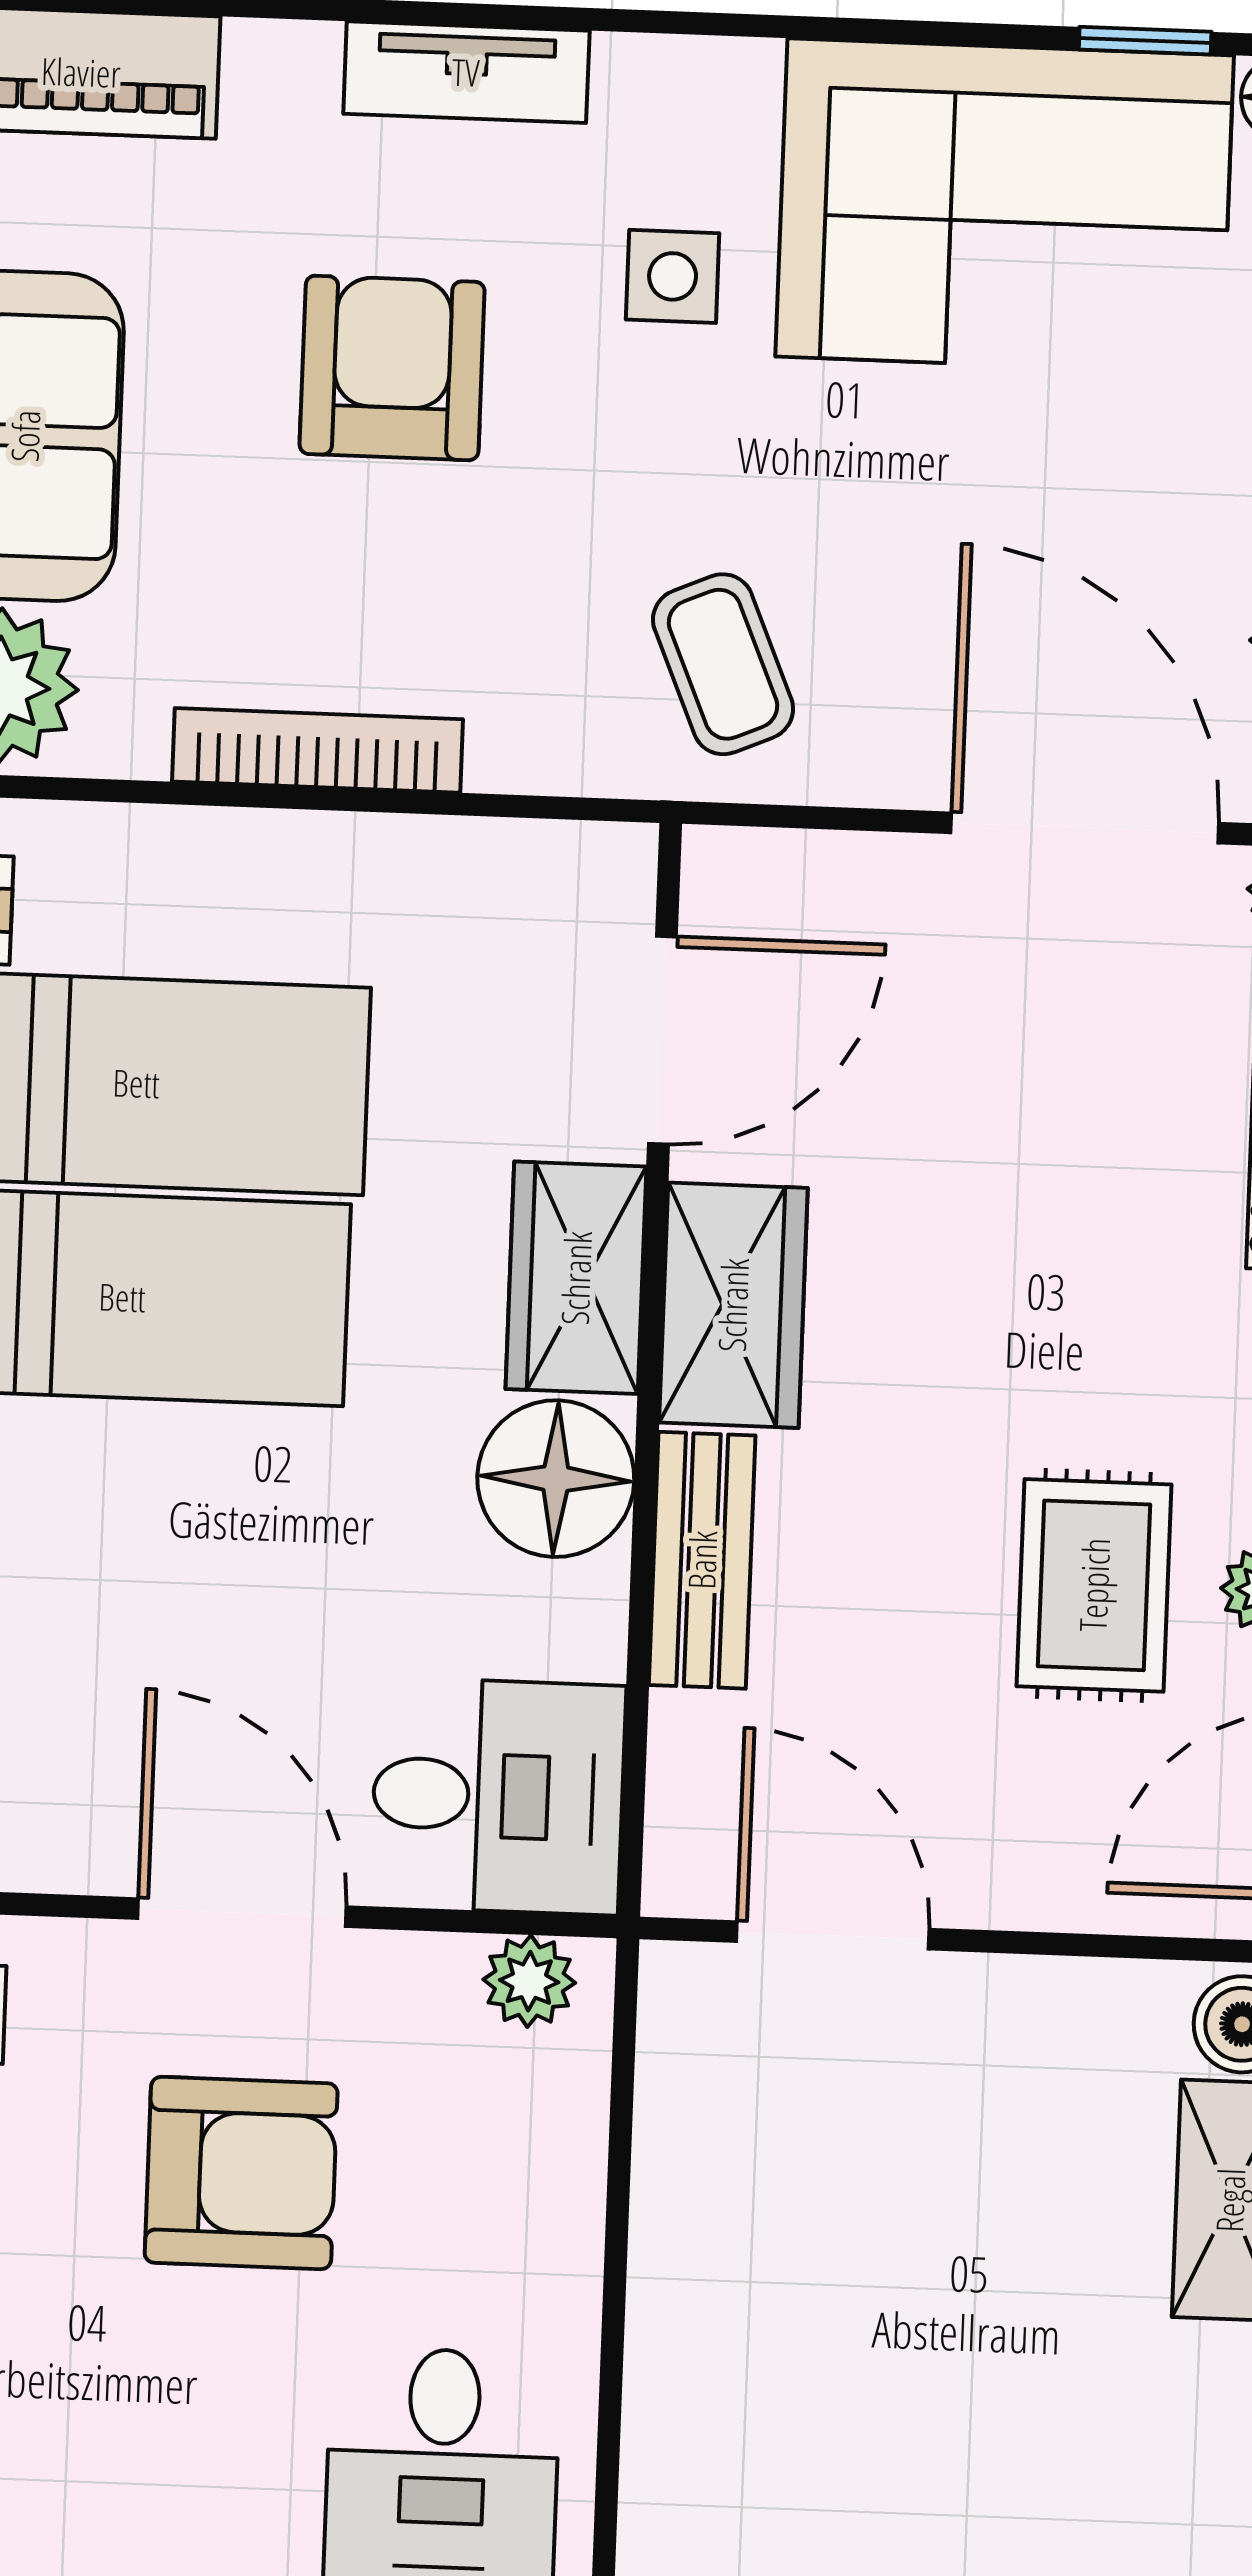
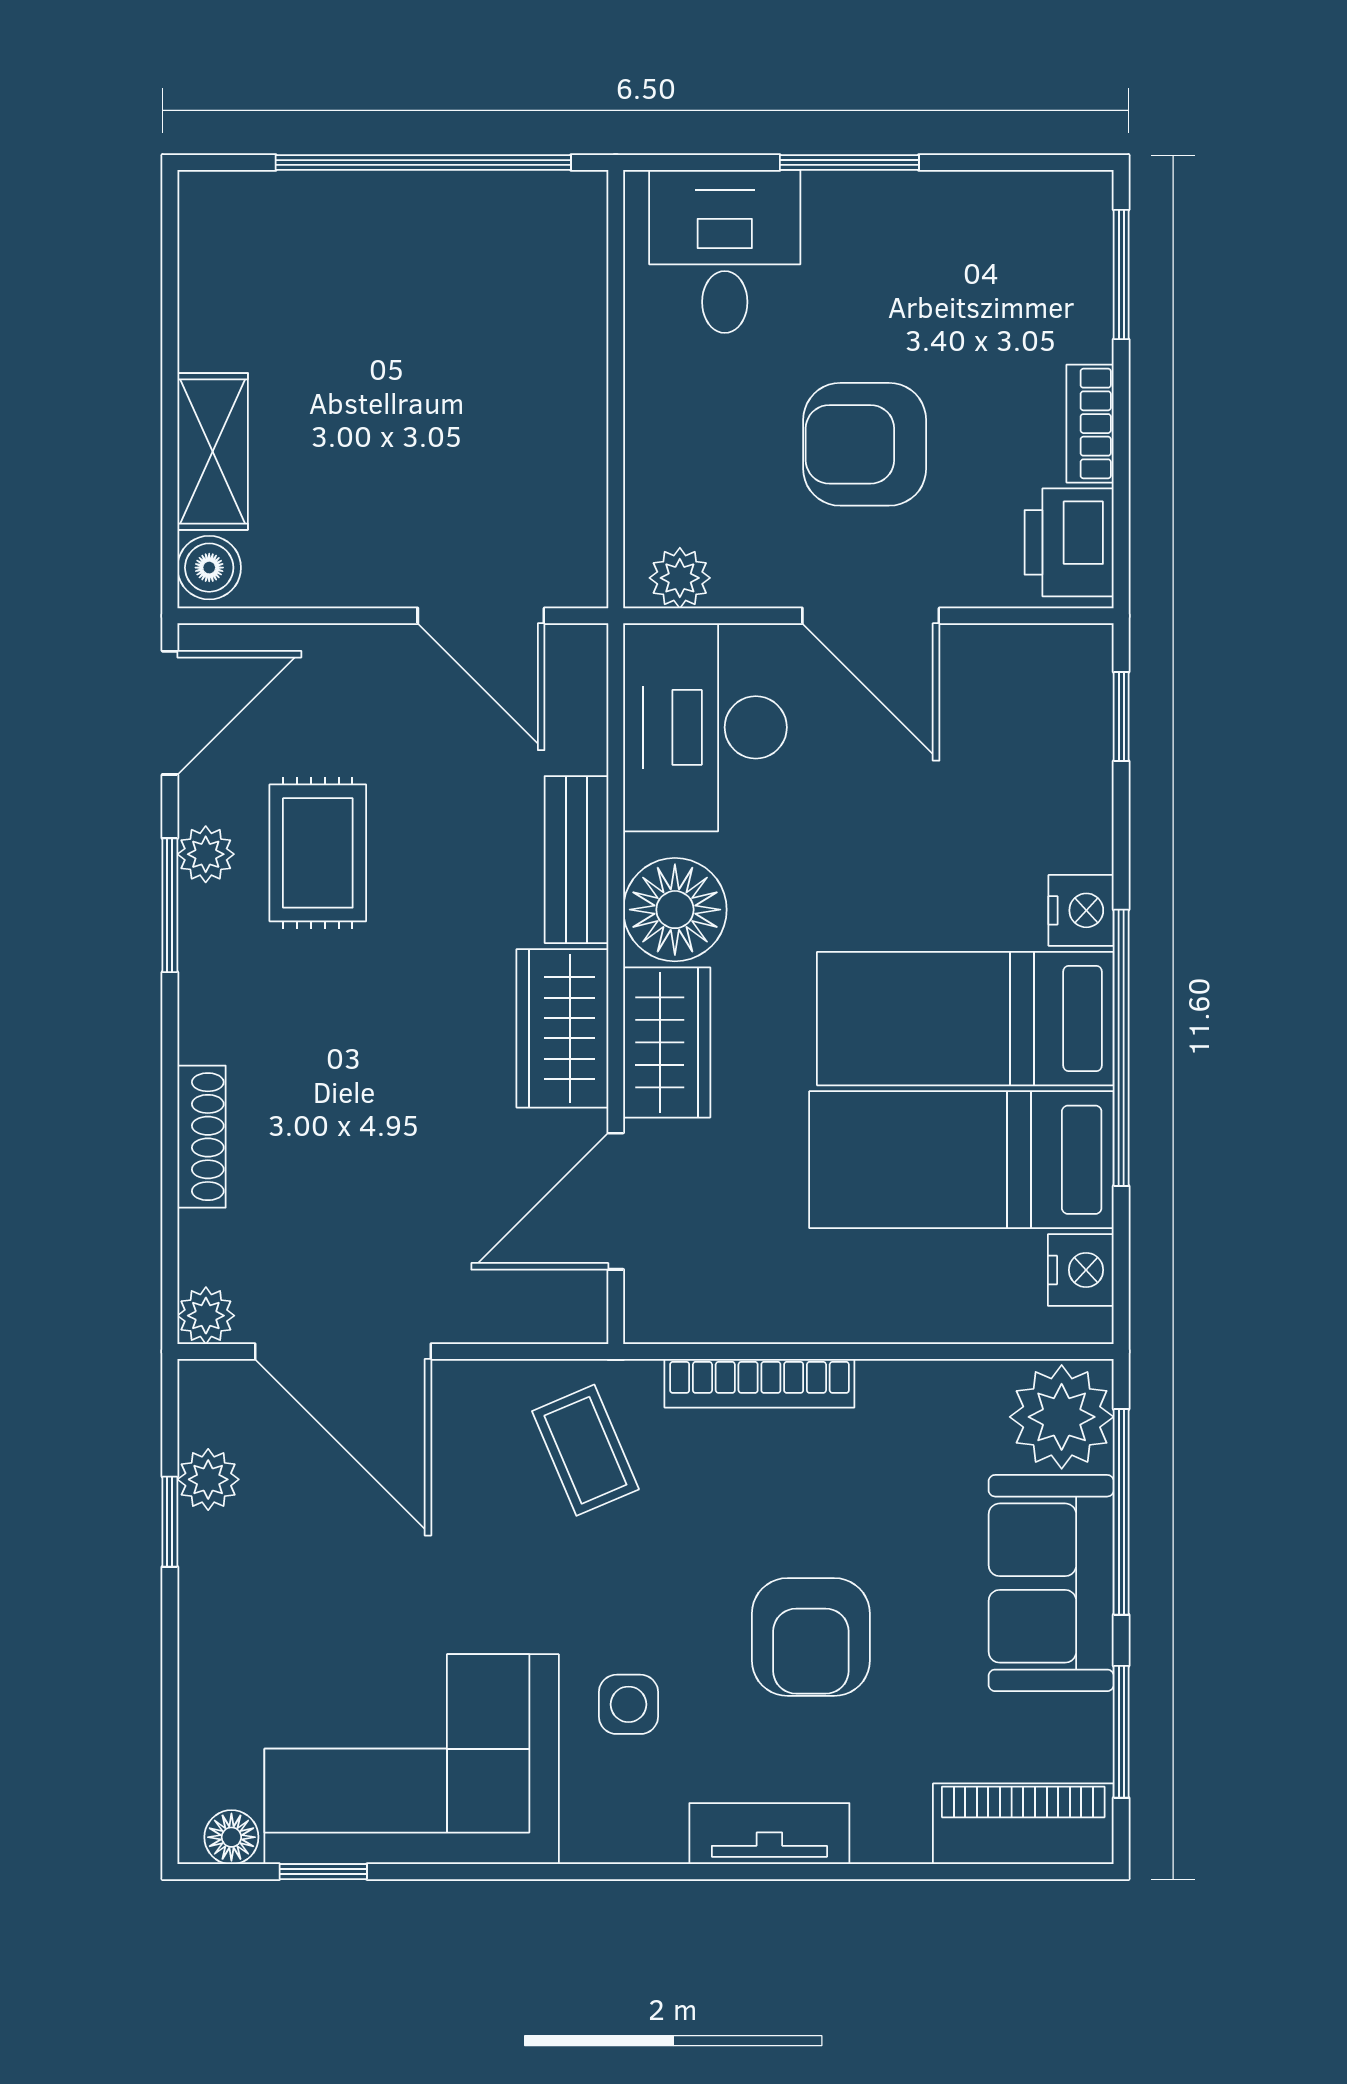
bookcase: (318, 750) -> (759, 1383), moved
desk: (498, 1796) -> (705, 727), width x1.37

